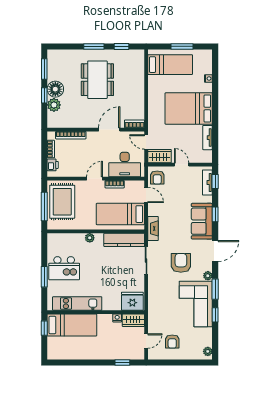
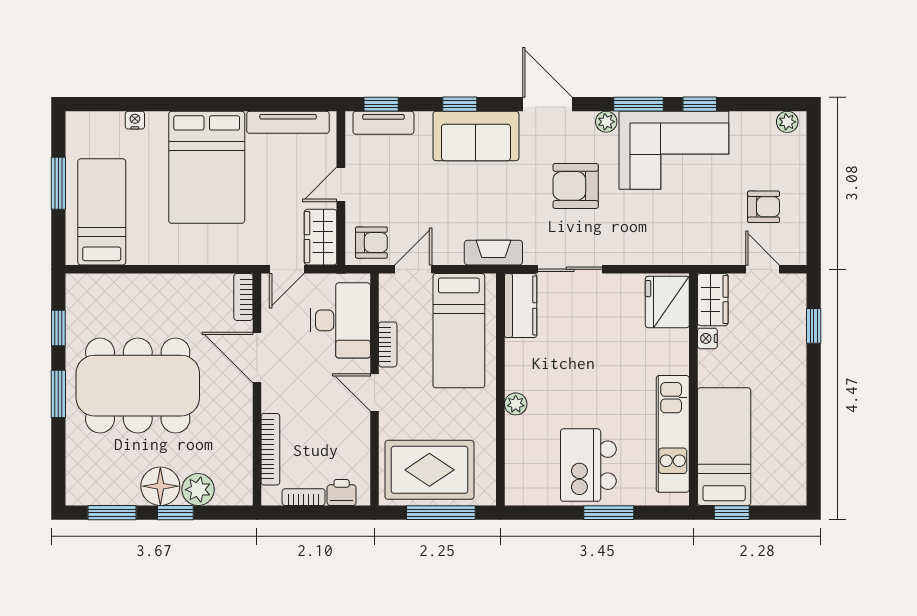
dining table: (97, 80) -> (138, 386), width x1.36, depth x1.24
tv unit: (208, 138) -> (288, 122), width x1.41
kitchen counter: (124, 240) -> (521, 306), width x0.67
kitchen island: (64, 268) -> (588, 465), turned 180

